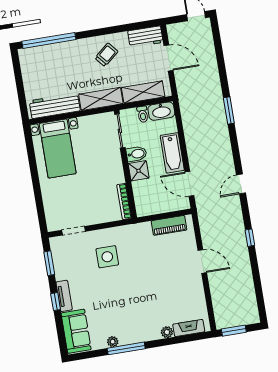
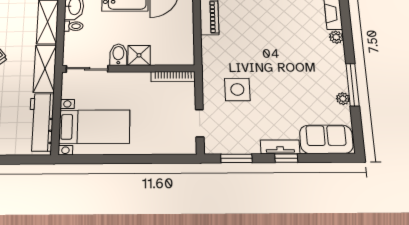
sliding door: (120, 131) -> (87, 69), moved
bidet: (136, 154) -> (118, 55), moved
wall: (125, 164) -> (128, 69), moved
shower: (139, 171) -> (139, 55), moved
bookcase: (124, 201) -> (173, 77), moved

